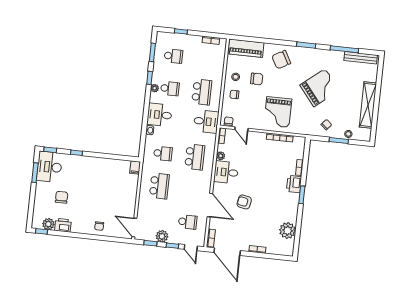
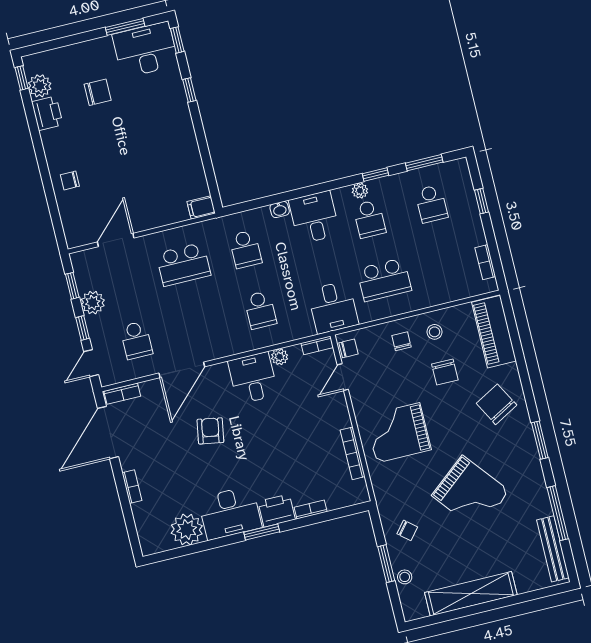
school desk: (195, 157) -> (260, 310), width x0.54
desk: (287, 207) -> (230, 513), added
door: (134, 228) -> (116, 240), moved

